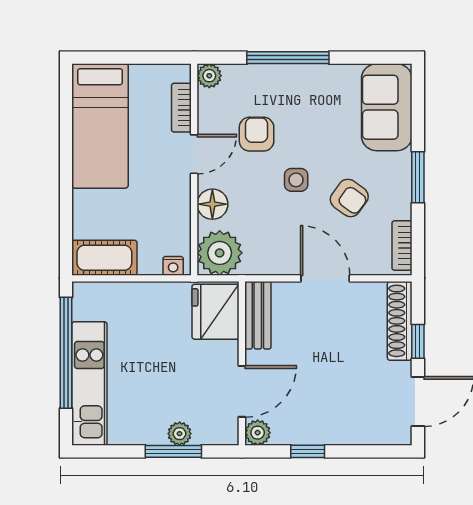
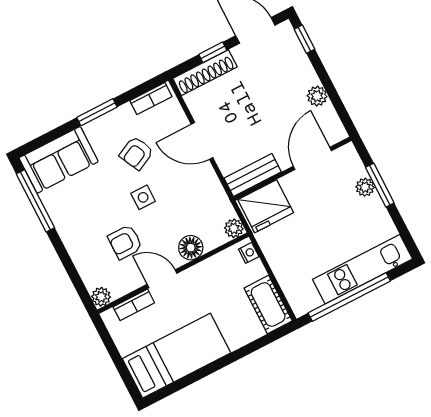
window: (288, 58) -> (35, 201), moved
armchair: (349, 198) -> (136, 153), turned -152
plant: (220, 253) -> (234, 228), width x0.53, depth x0.53
door: (325, 278) -> (202, 141), hinge flipped
door: (242, 391) -> (312, 158), hinge flipped
plant: (258, 433) -> (317, 96), moved
window: (308, 451) -> (304, 39), moved

